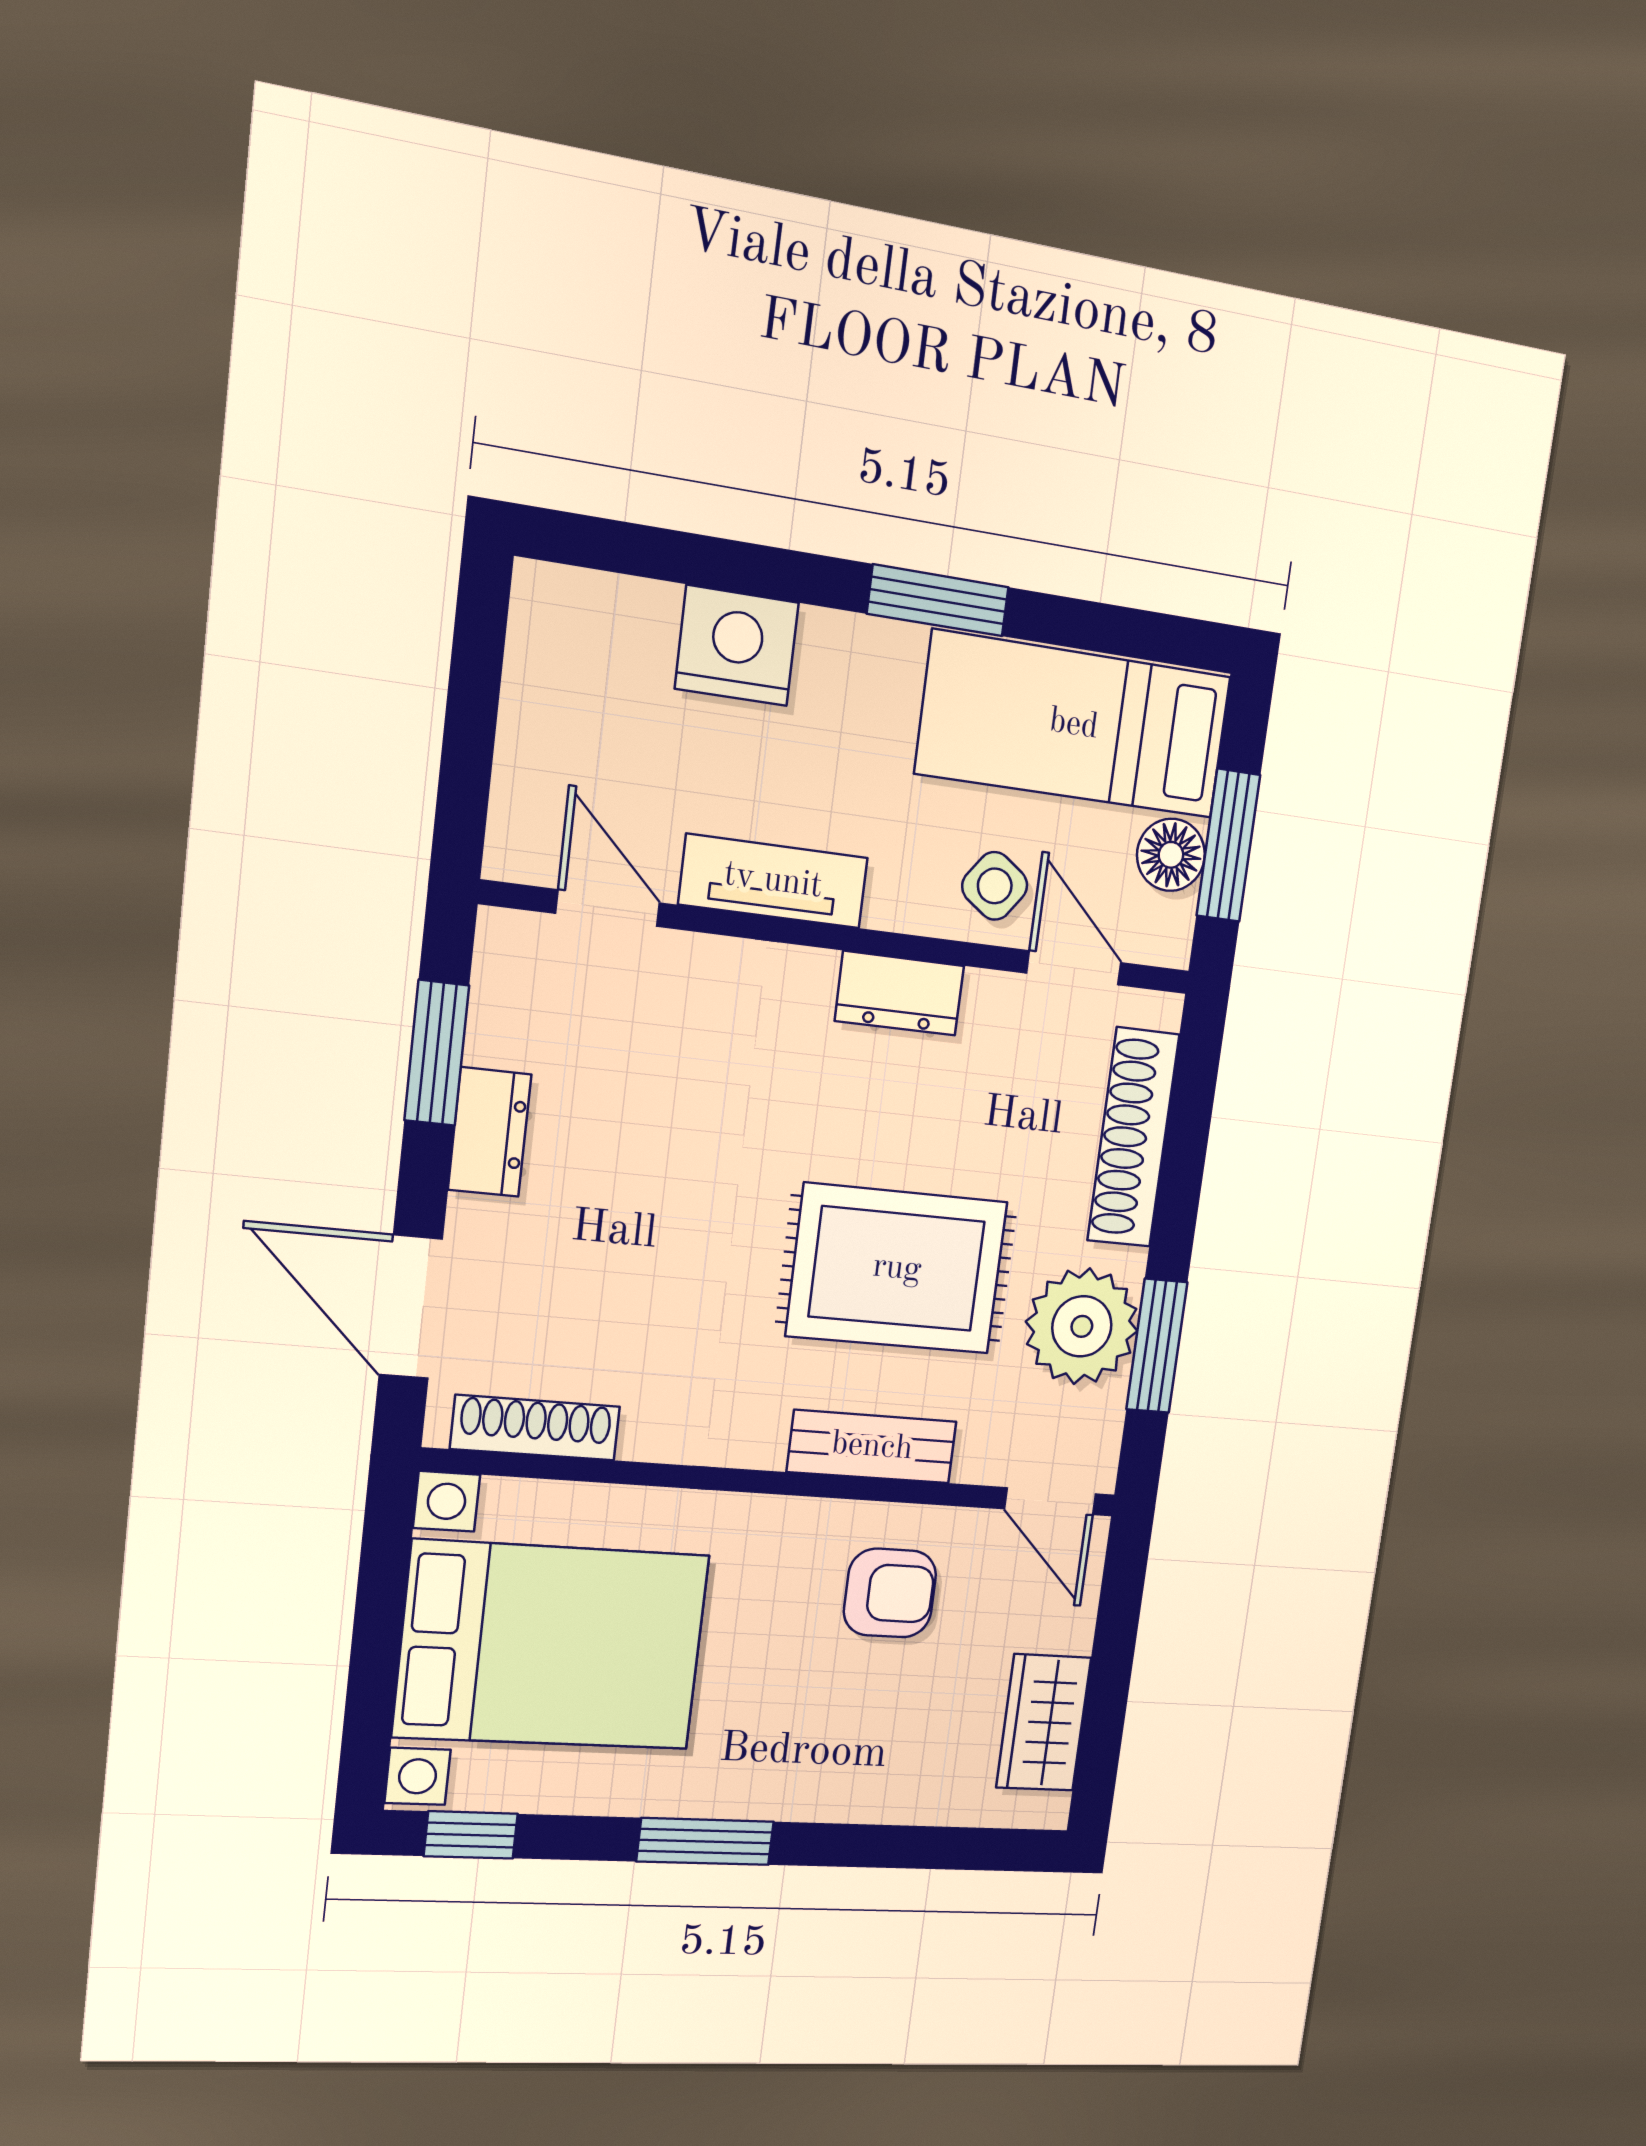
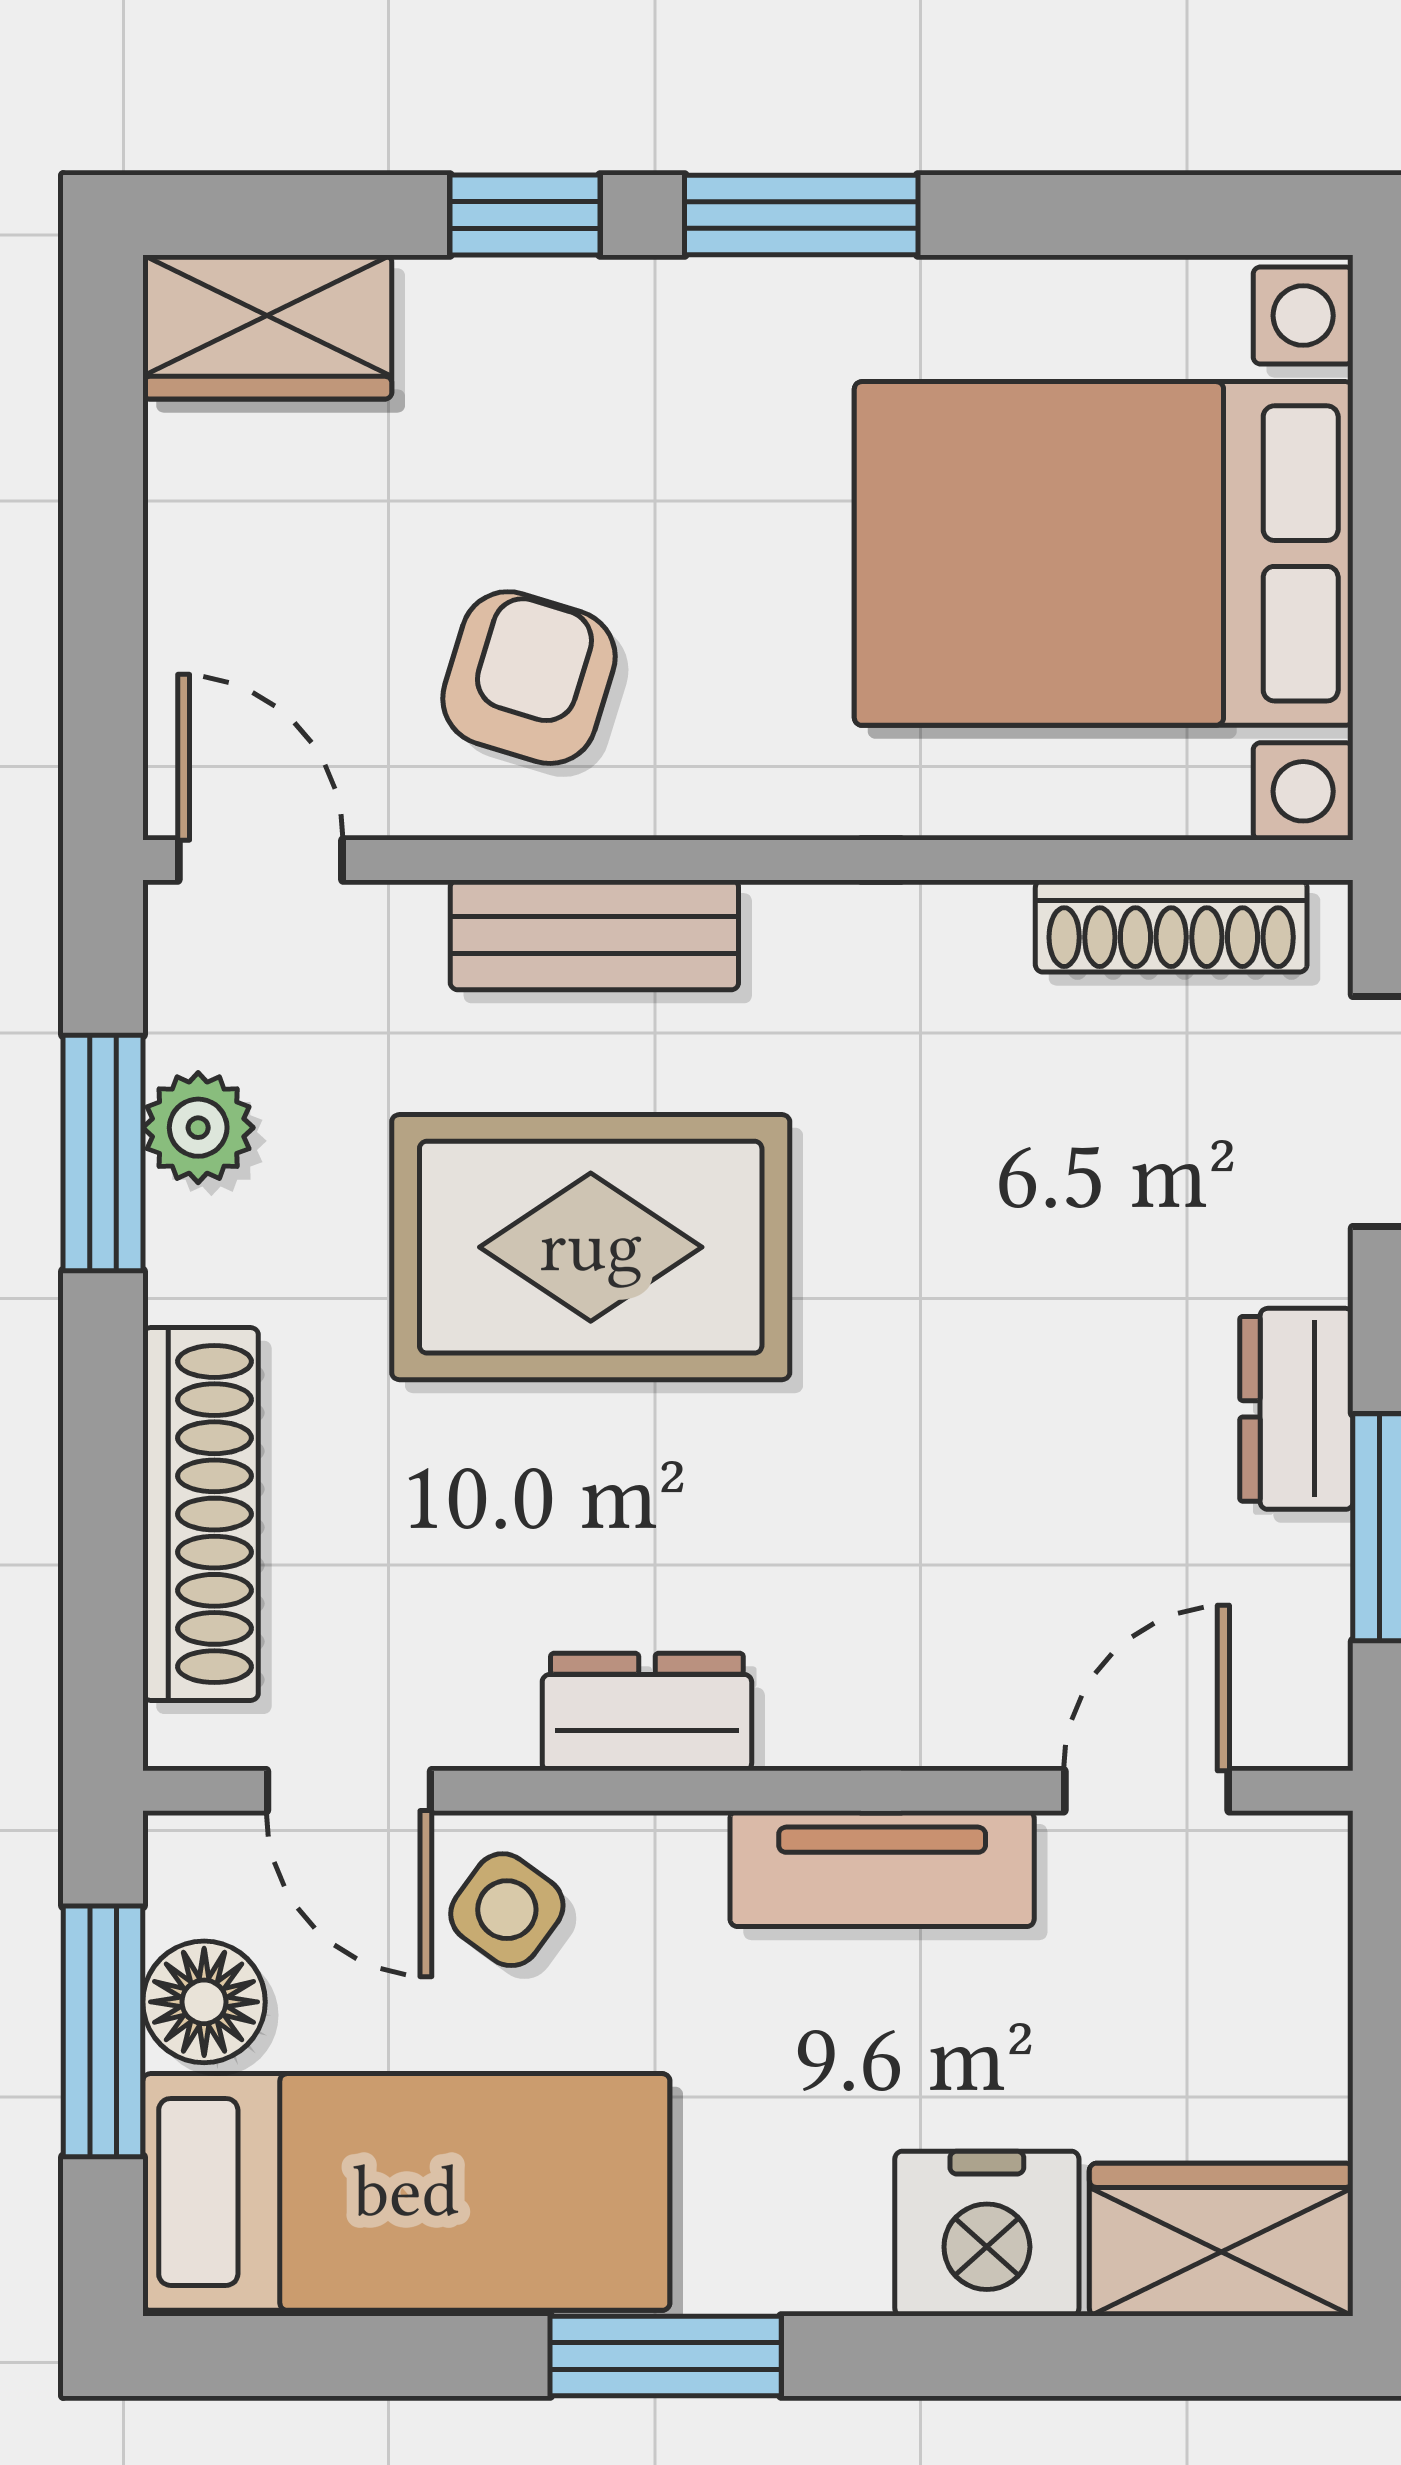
wardrobe: (592, 619) -> (1221, 2240), added
door: (608, 908) -> (1147, 1791), swing flipped
plant: (1082, 1326) -> (198, 1128), width x0.53, depth x0.53
armchair: (890, 1593) -> (529, 678), turned 107
wardrobe: (1044, 1723) -> (267, 327), moved, turned 90
window: (471, 1835) -> (525, 215), moved

